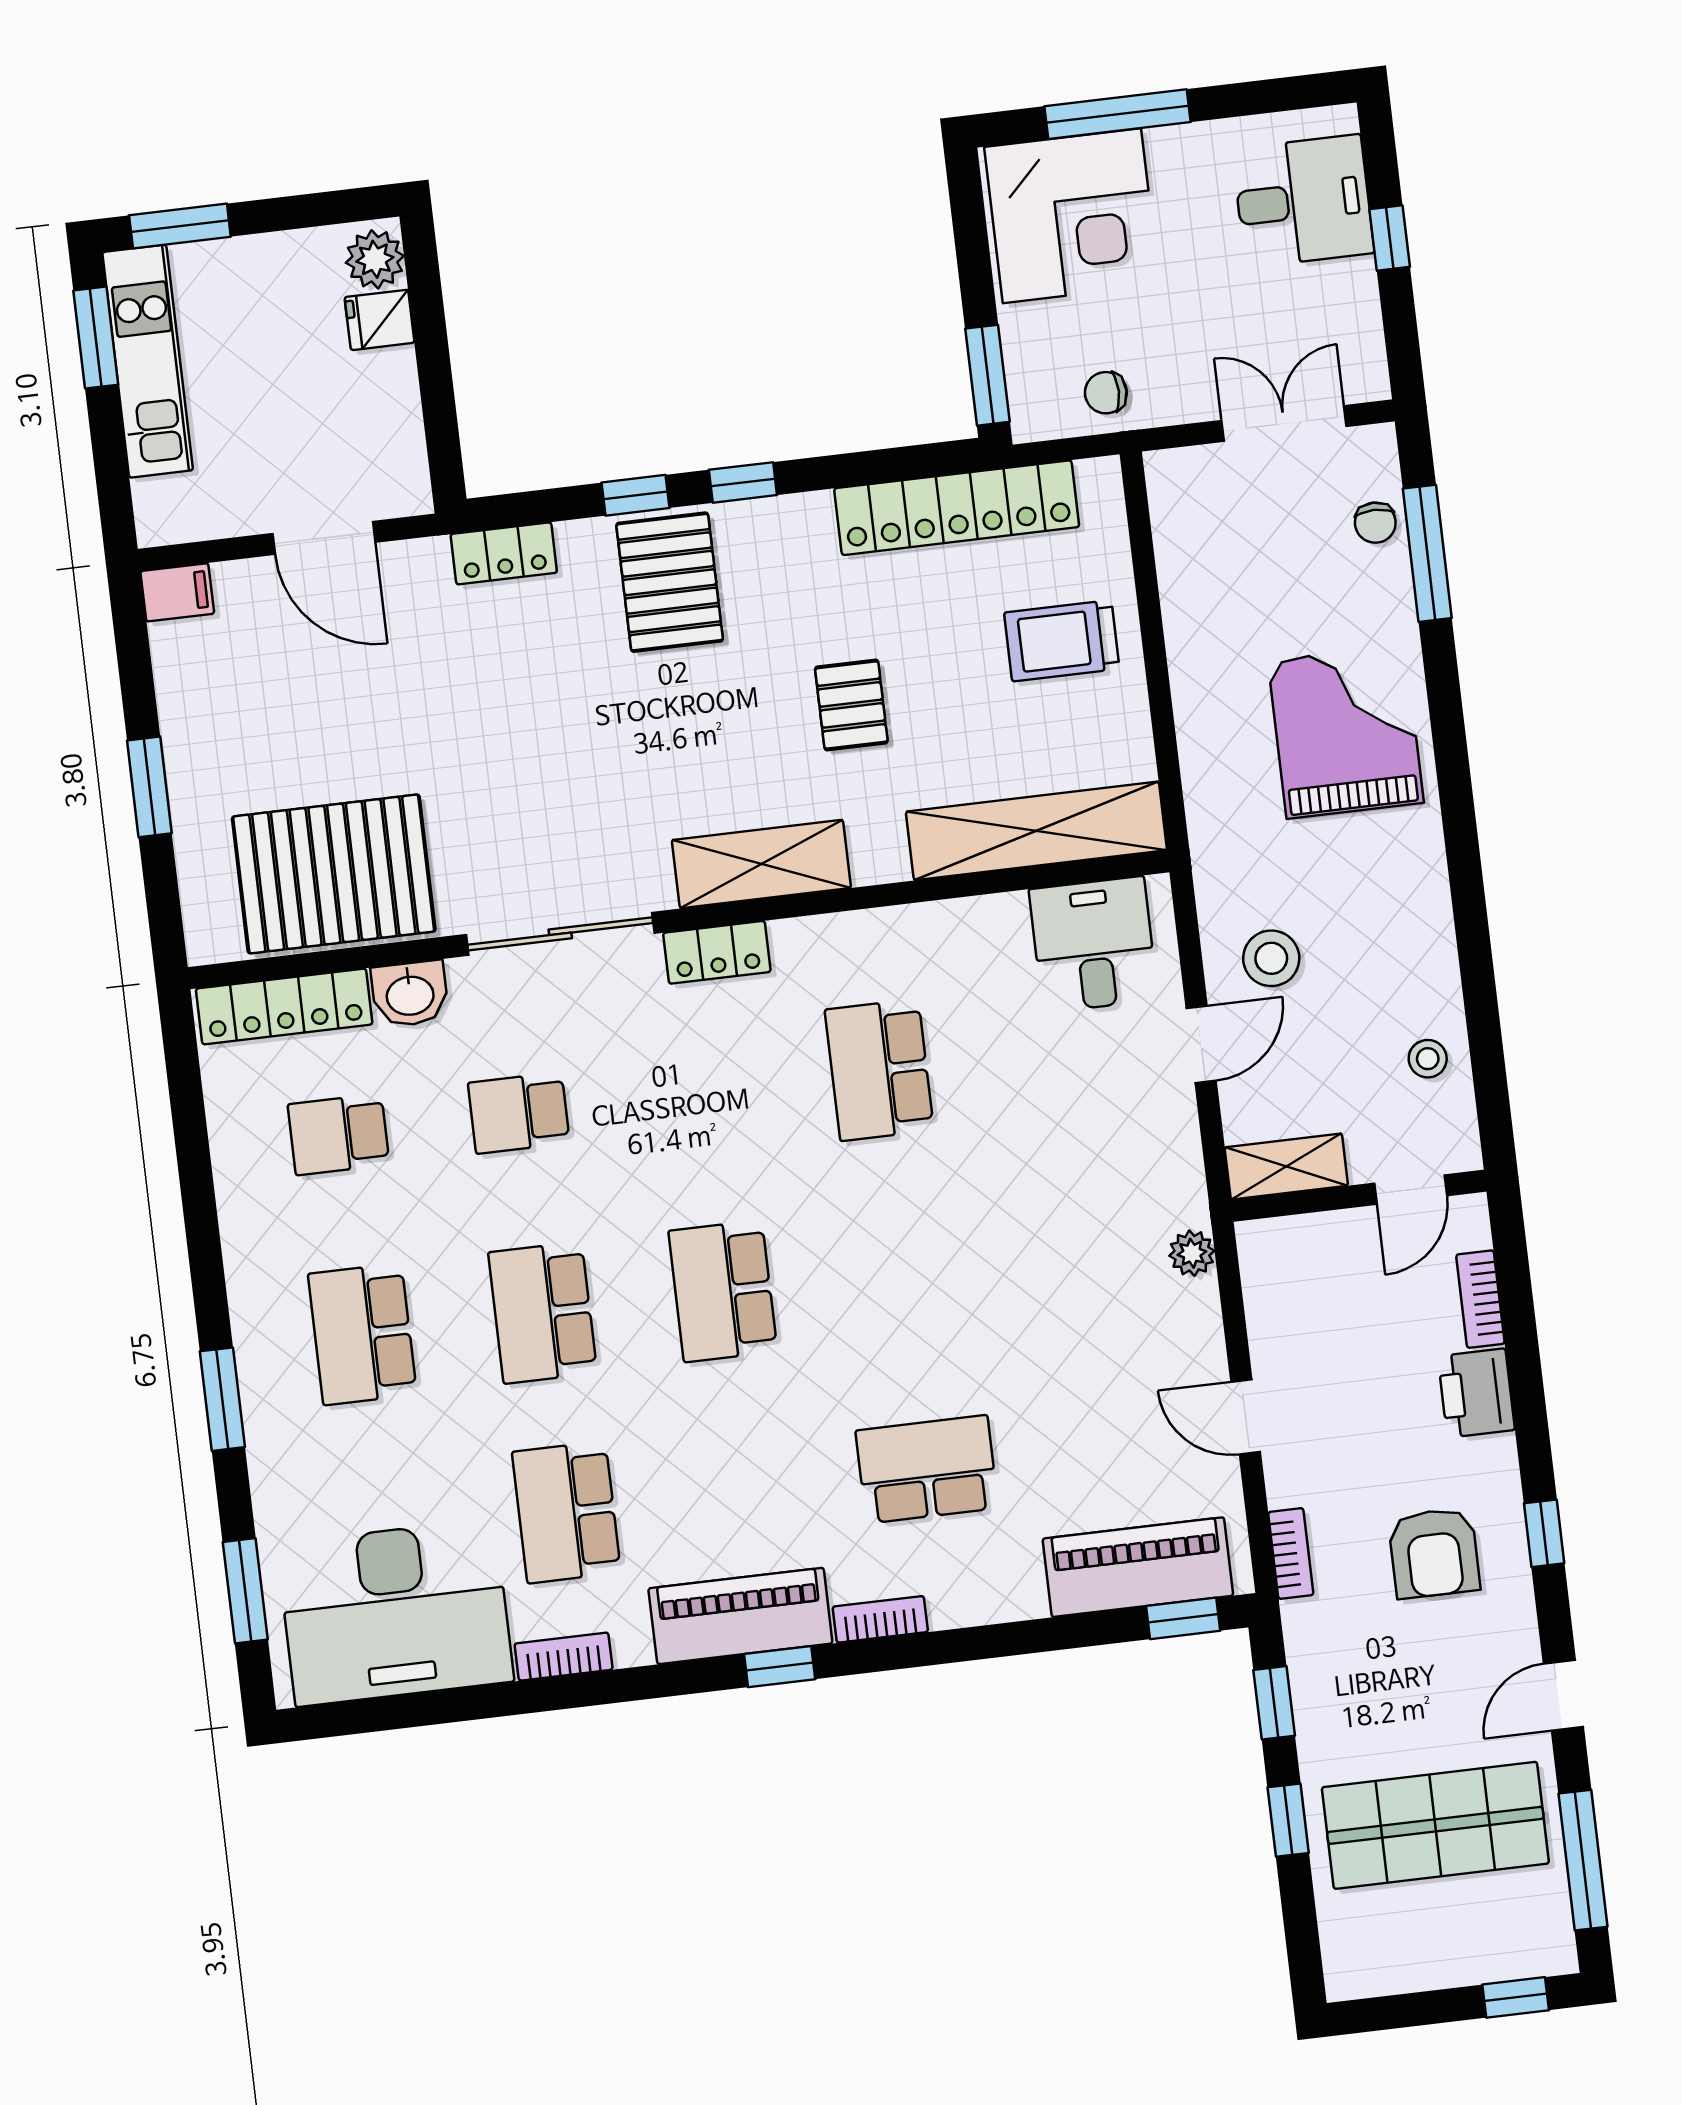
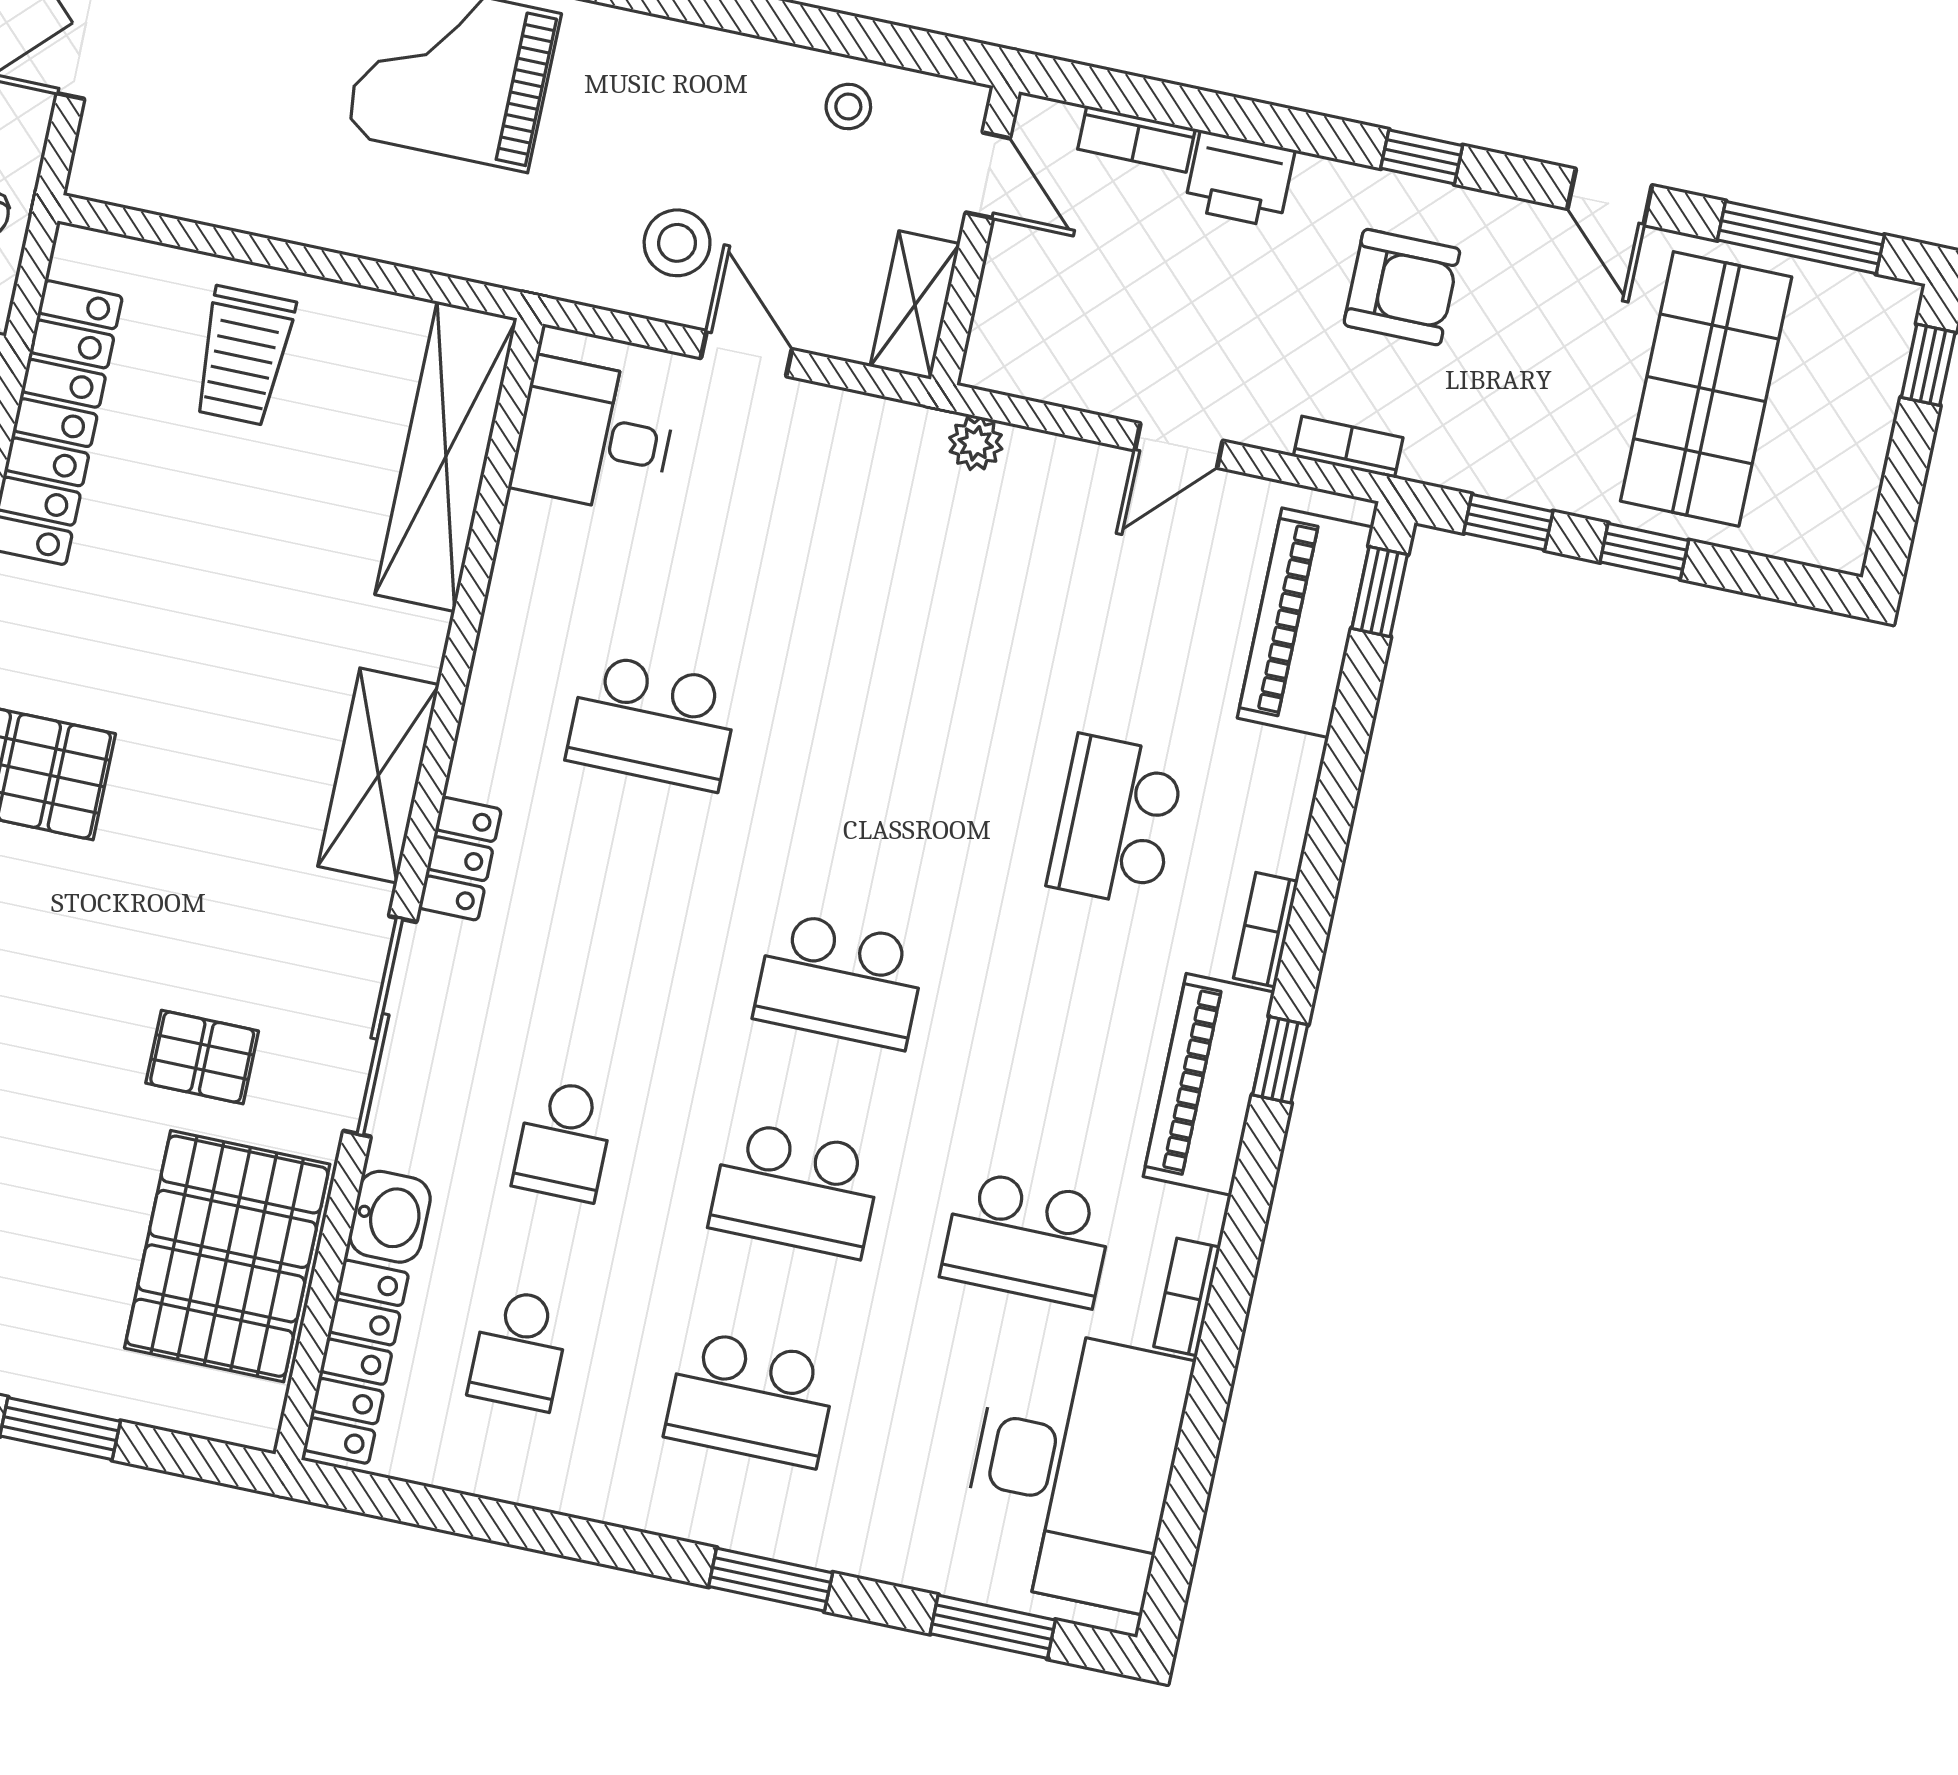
pallet: (851, 705) -> (202, 1057), moved

